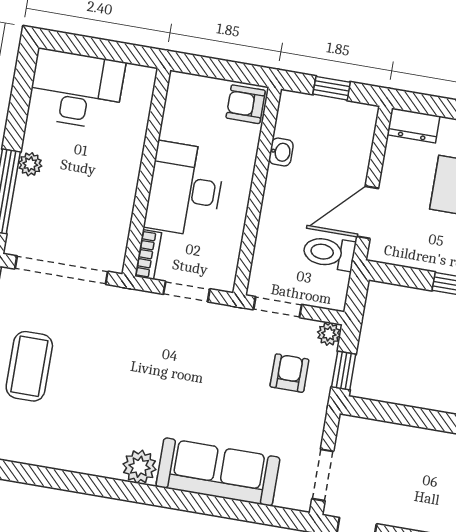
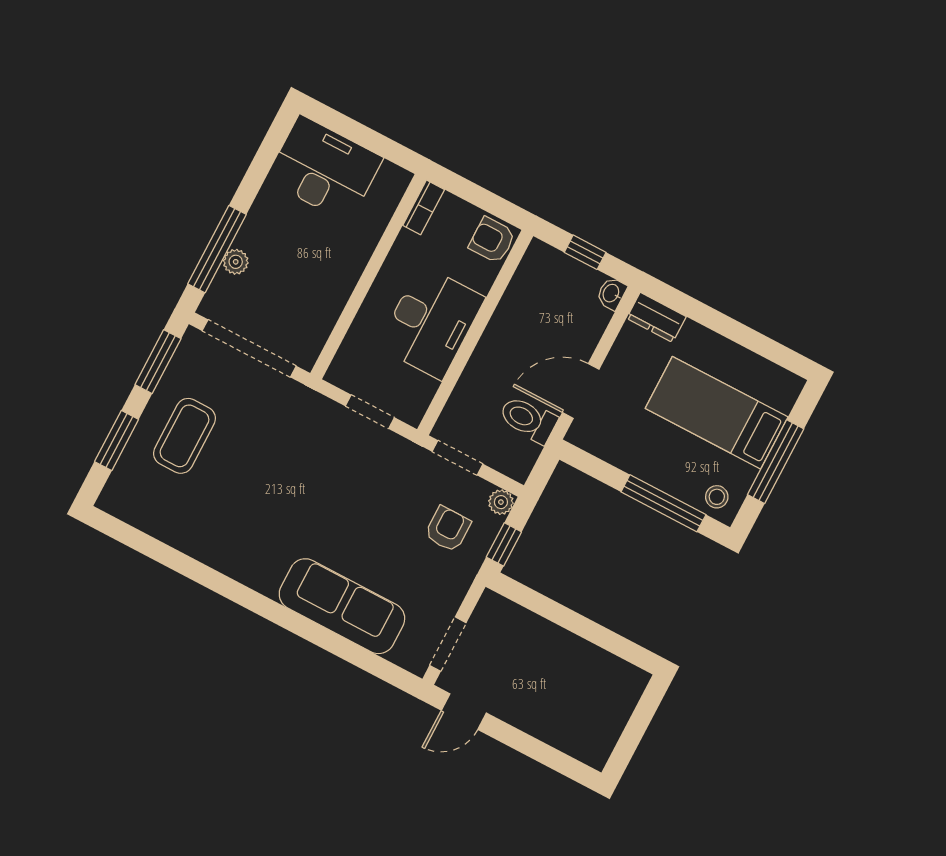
washbasin: (281, 152) -> (611, 293), moved, turned 180
plant: (30, 164) -> (236, 262), moved
desk: (185, 189) -> (431, 322), moved, turned 180
bookcase: (148, 255) -> (424, 207), moved
plant: (140, 467) -> (264, 575), removed

